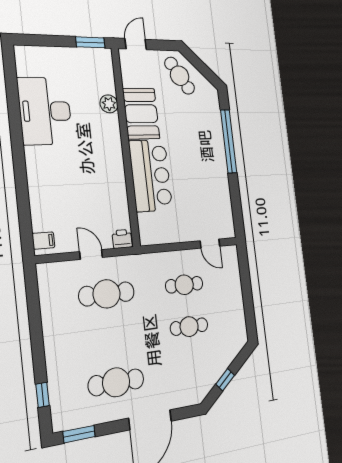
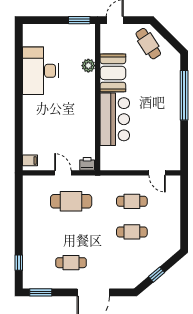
cafe table: (116, 382) -> (71, 263), width x0.73, depth x0.74

